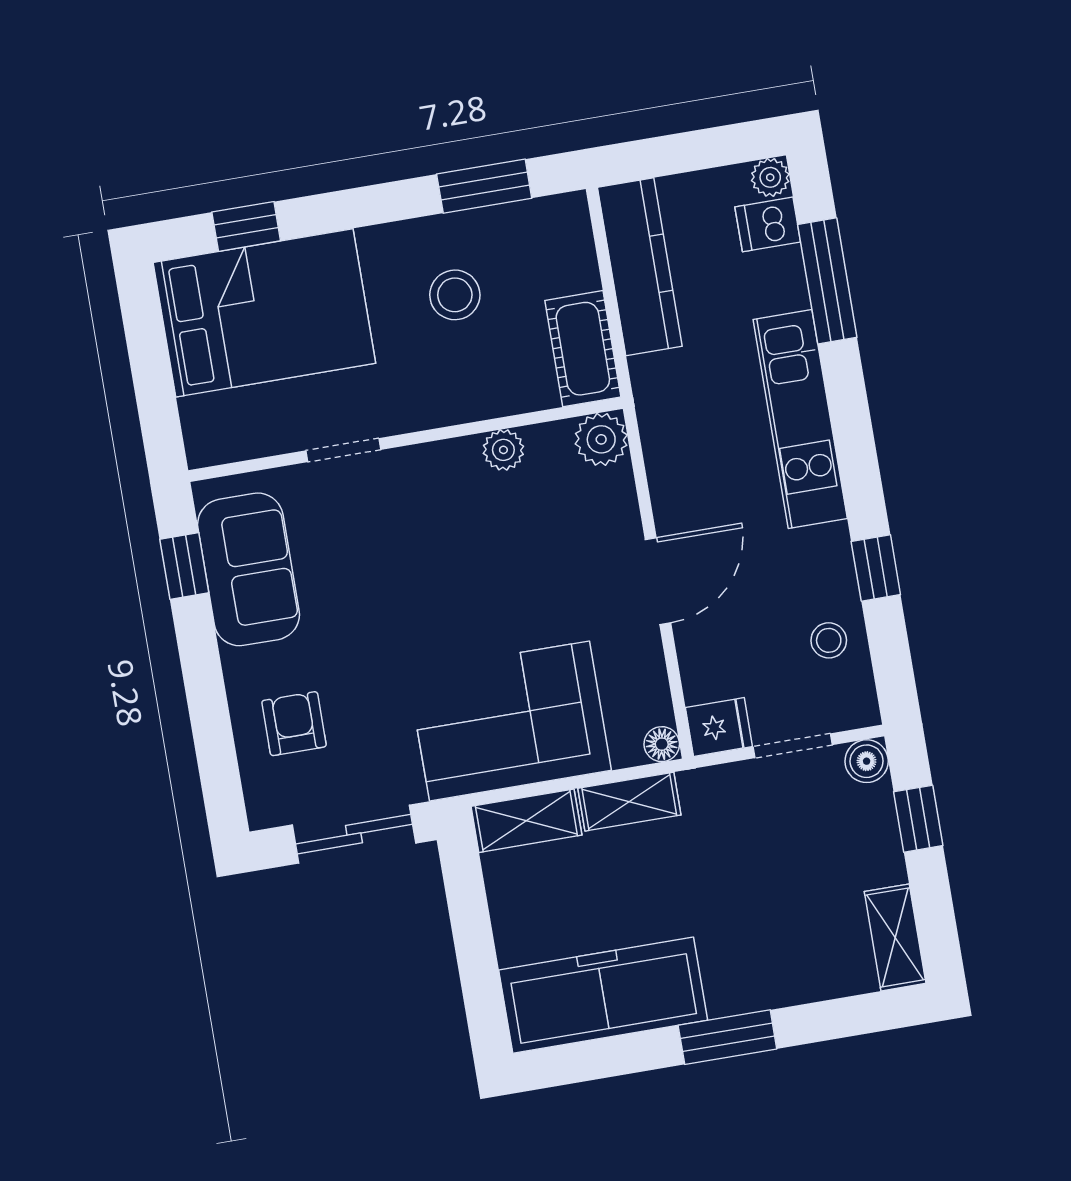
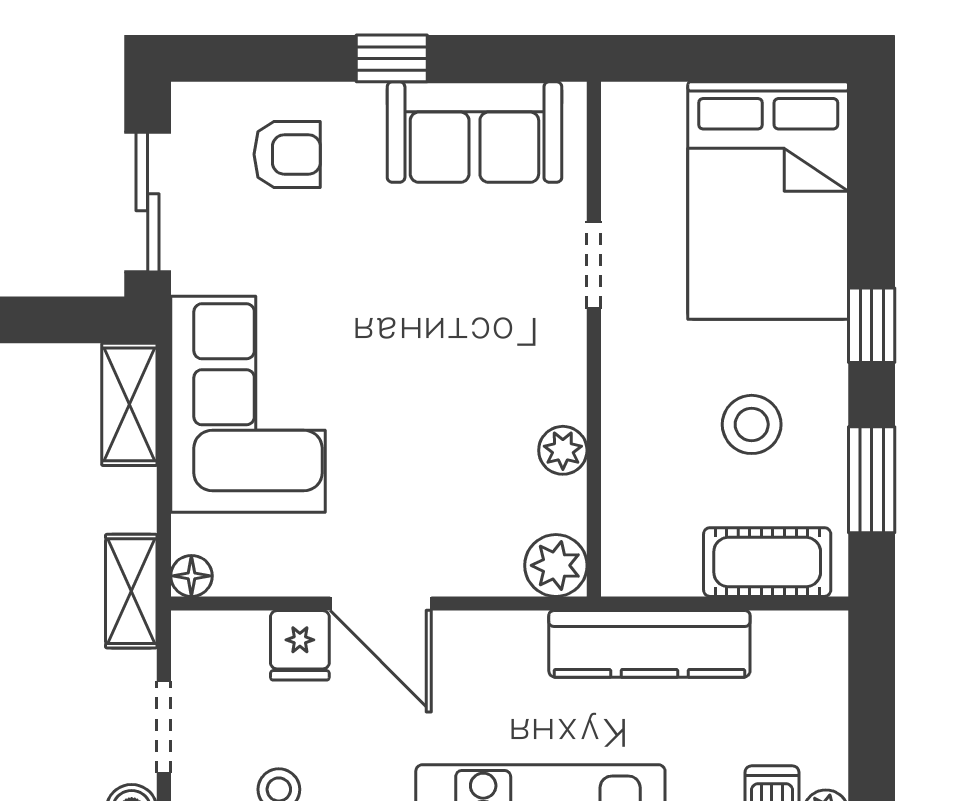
window: (246, 226) -> (872, 325), moved
kitchen counter: (640, 267) -> (649, 644), moved
cot: (583, 349) -> (767, 562), moved
window: (184, 566) -> (392, 58), moved
fridge: (719, 727) -> (300, 645), moved
shelving: (629, 802) -> (131, 591), moved

